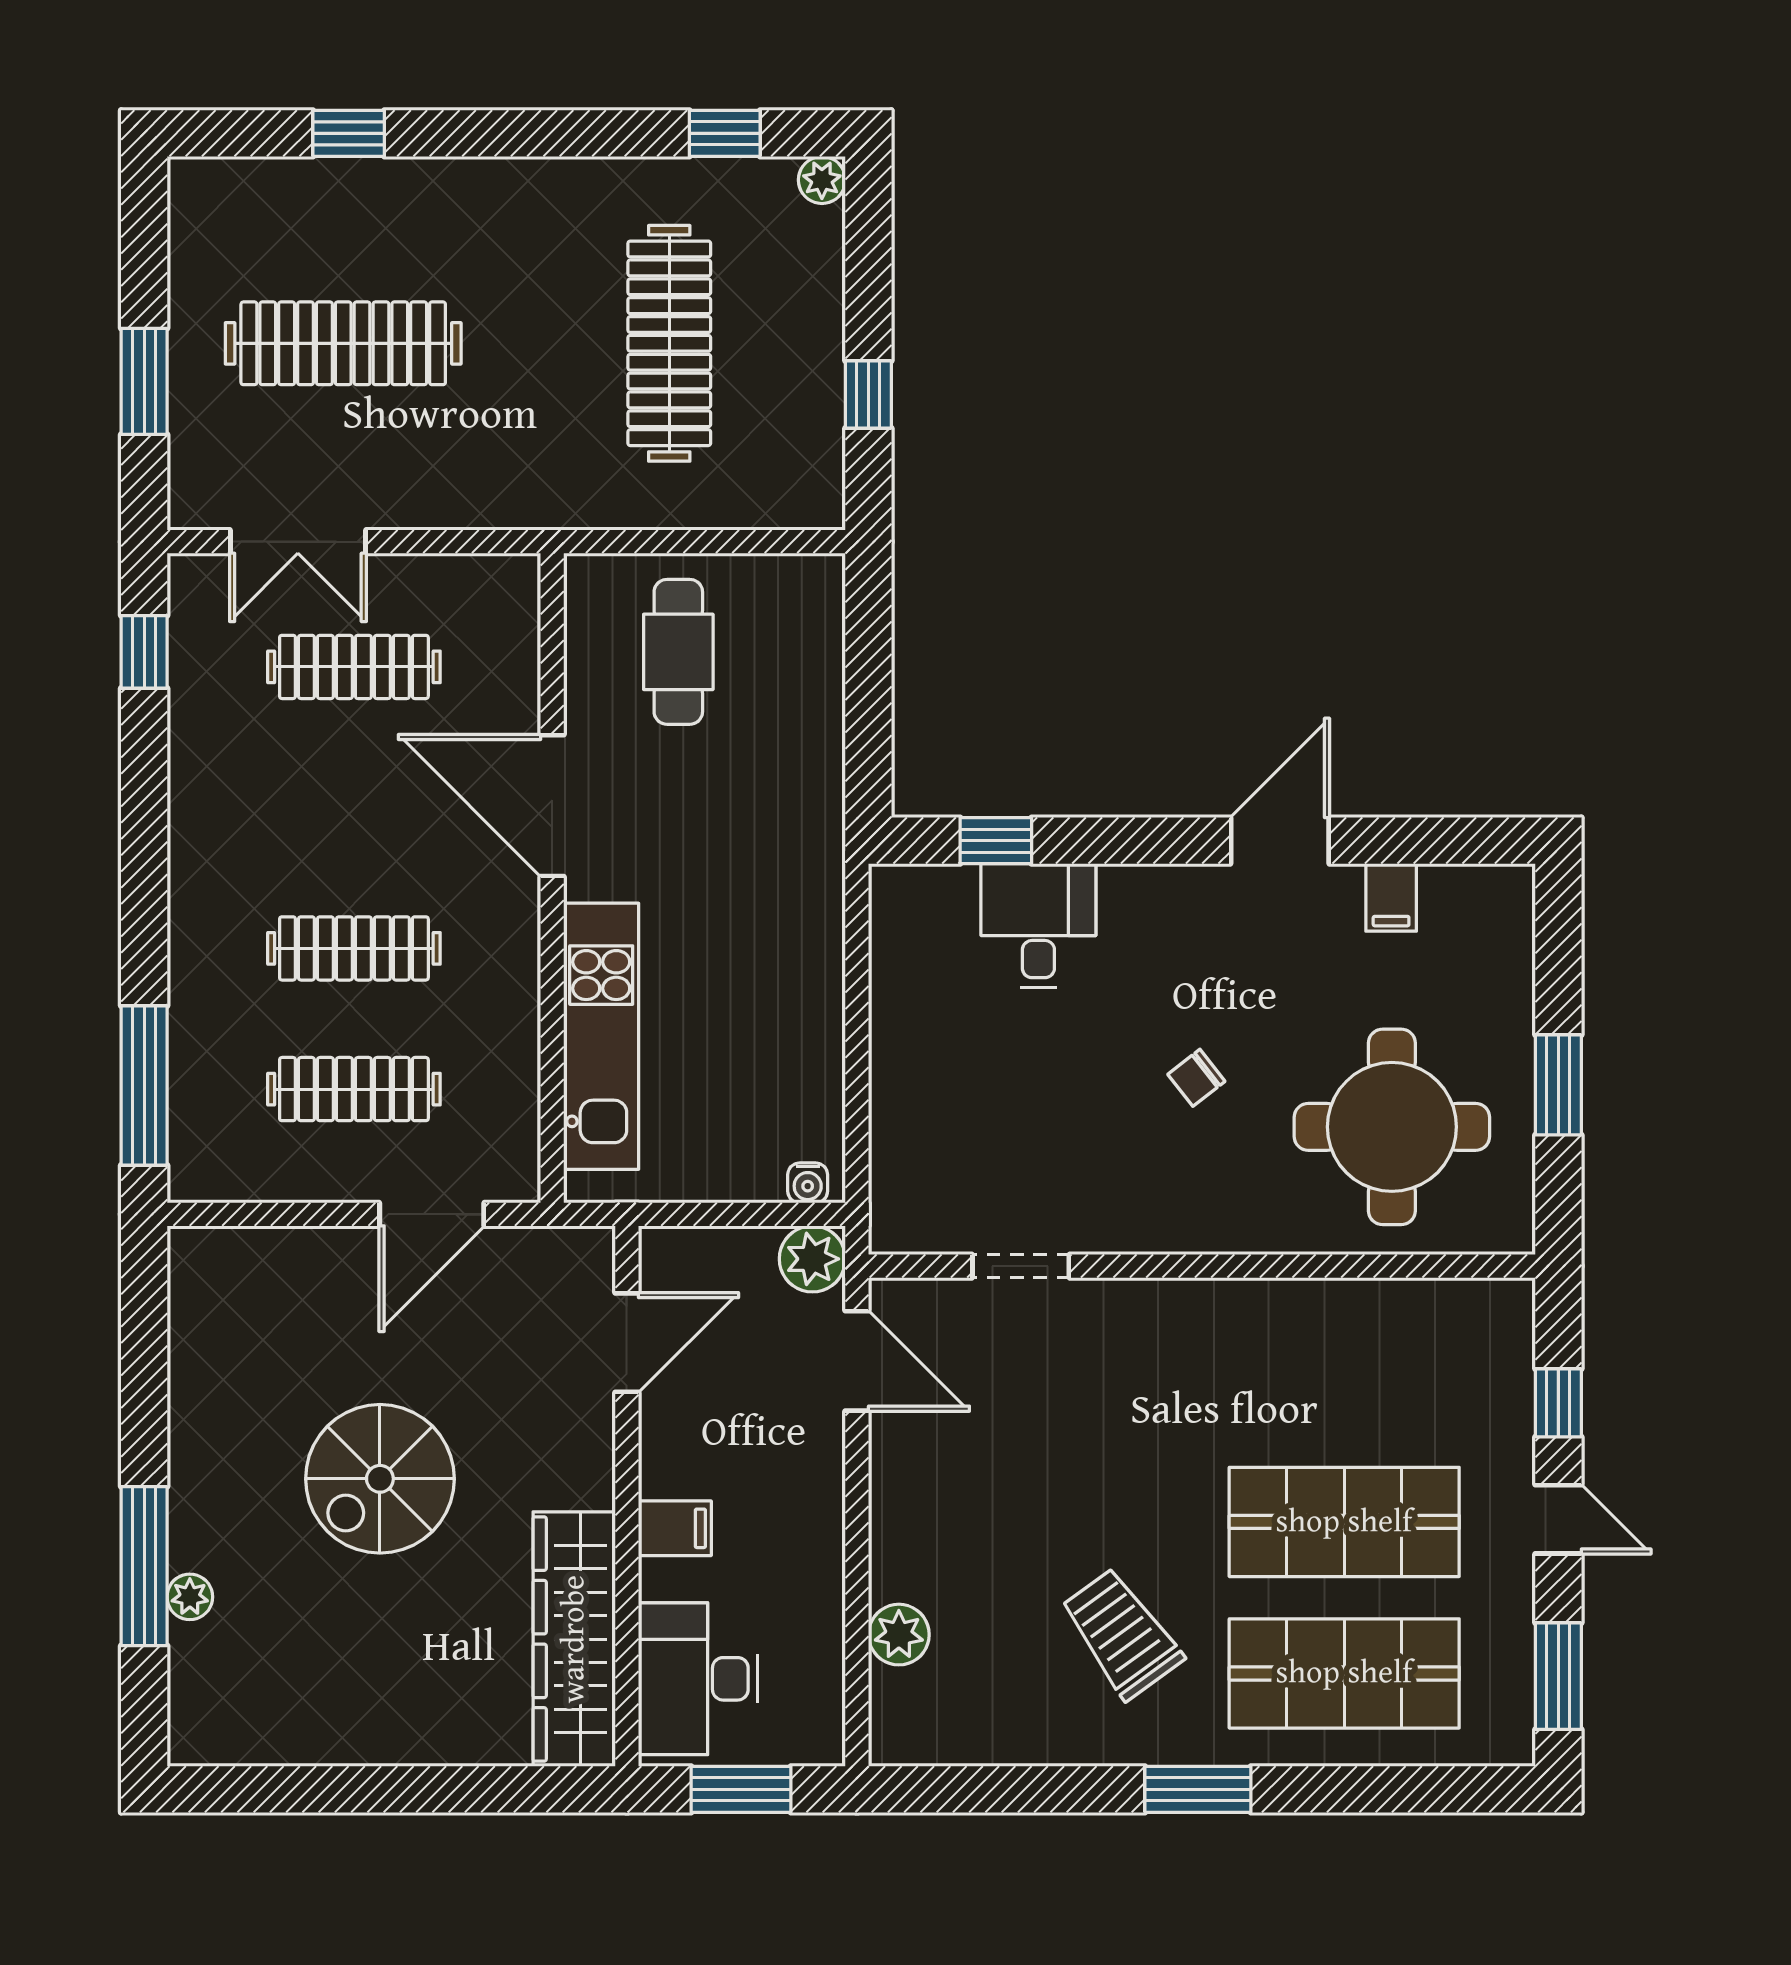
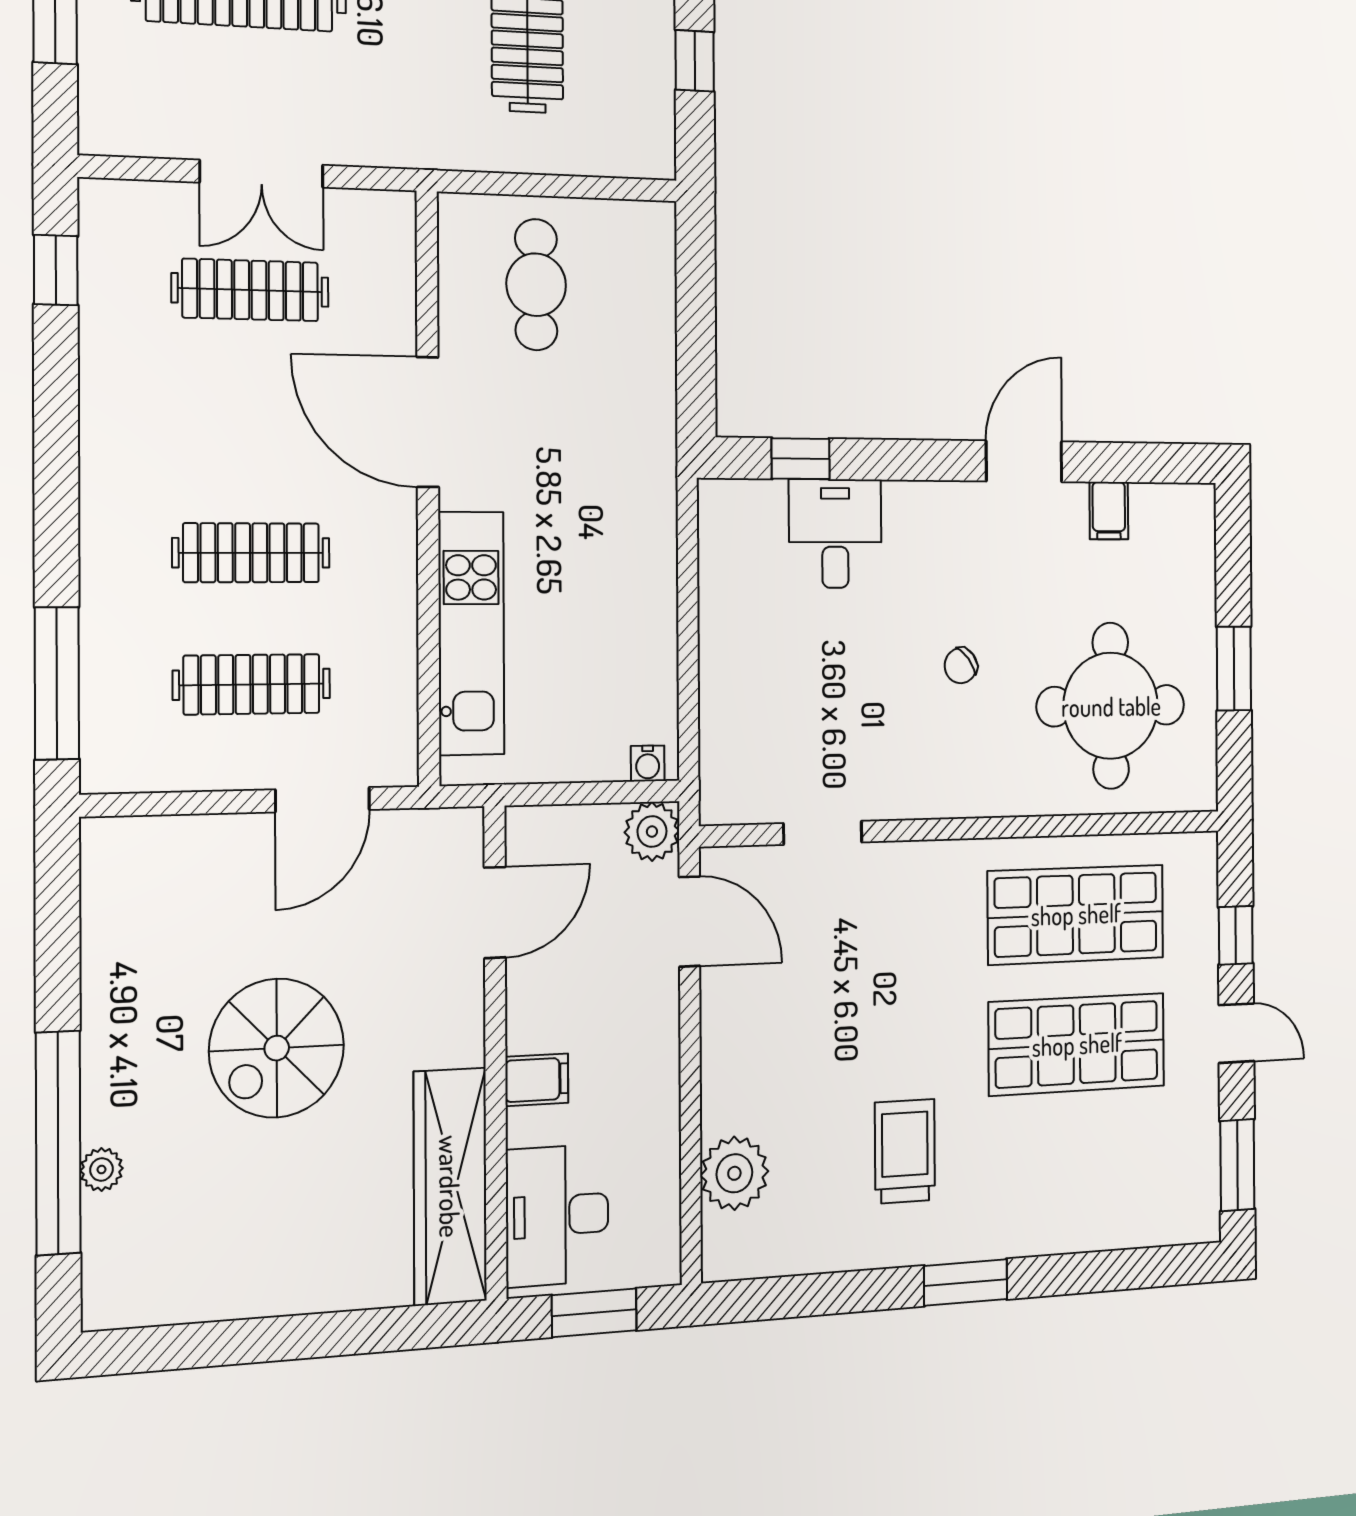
double door: (298, 542) -> (261, 174), moved
window: (144, 1566) -> (58, 1143), width x1.46
trolley: (1122, 1634) -> (905, 1151), turned 36
plant: (899, 1635) -> (734, 1173), width x1.36, depth x1.36
shop shelf: (1344, 1673) -> (1076, 914), moved

